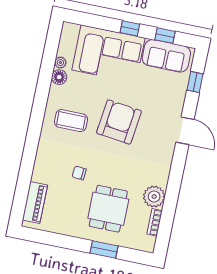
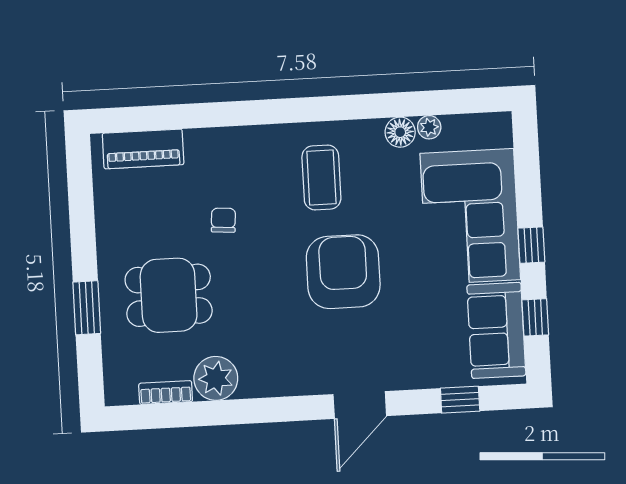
armchair: (119, 122) -> (343, 272), turned -97

